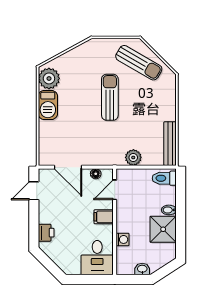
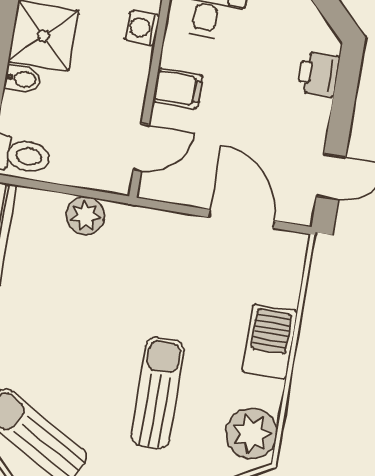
sun lounger: (110, 97) -> (158, 393), moved, turned 180
barbecue: (48, 105) -> (270, 341), moved
floor lamp: (96, 174) -> (179, 192), removed

